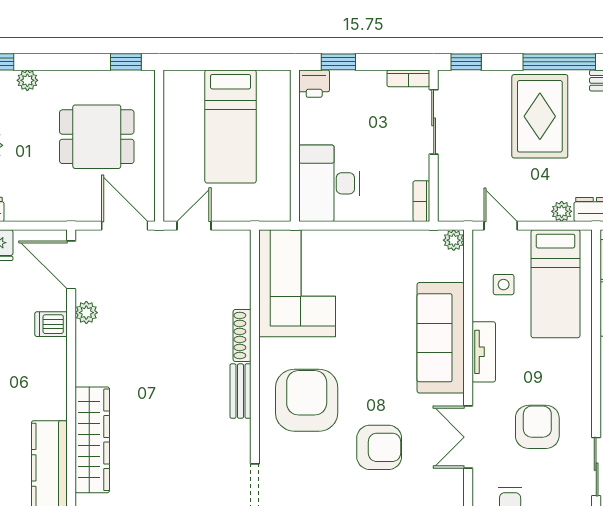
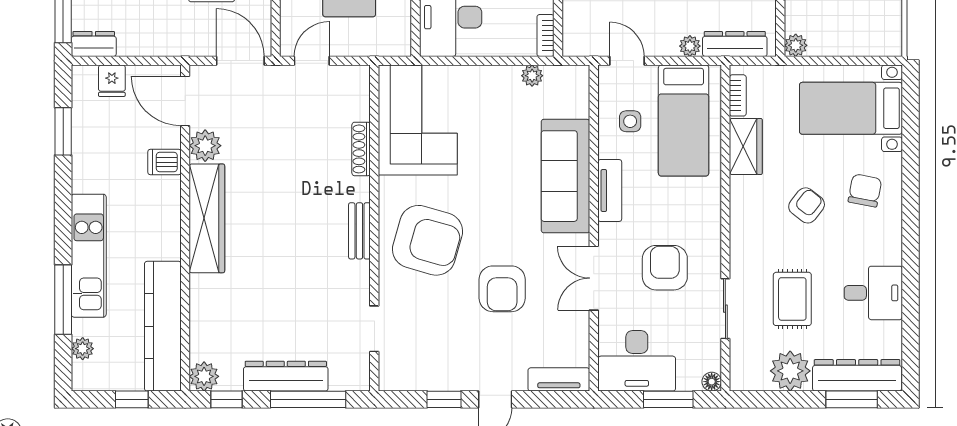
plant: (454, 240) -> (532, 76), moved
plant: (86, 313) -> (205, 146), width x1.38, depth x1.38
shoe rack: (242, 335) -> (361, 149), moved
armchair: (307, 400) -> (428, 240), turned 106
wardrobe: (92, 440) -> (207, 218), moved
armchair: (379, 447) -> (502, 289), turned 90

